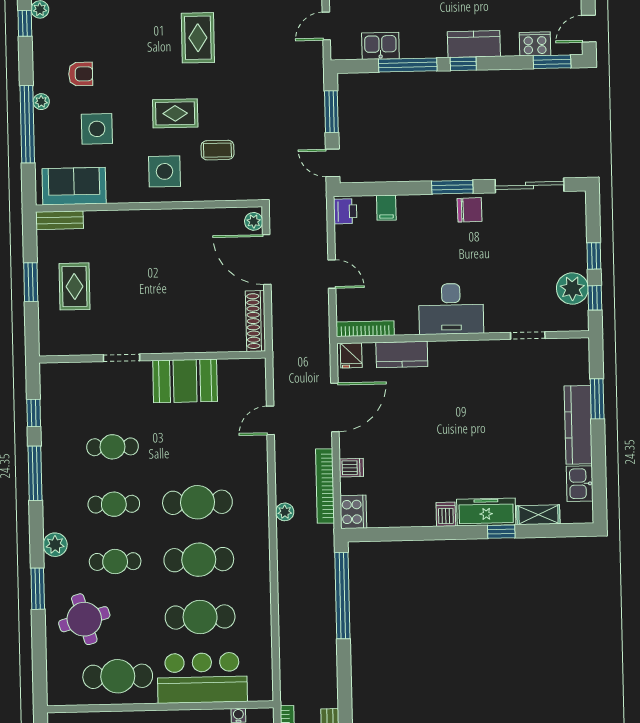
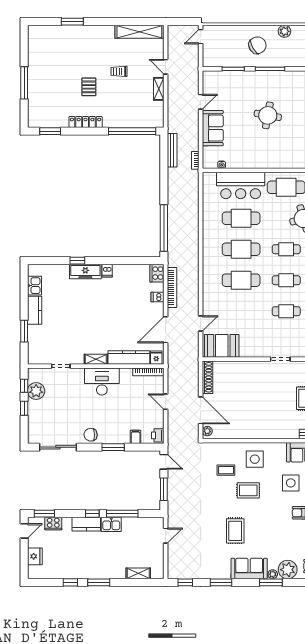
kitchen sink: (380, 46) -> (111, 524), moved
window: (452, 187) -> (113, 447), moved
kitchen counter: (402, 354) -> (129, 357), width x1.50
booth: (185, 381) -> (222, 346), moved
kitchen counter: (578, 425) -> (35, 310), width x0.67
plant: (285, 512) -> (194, 274), removed
shelving: (538, 515) -> (96, 359), moved

